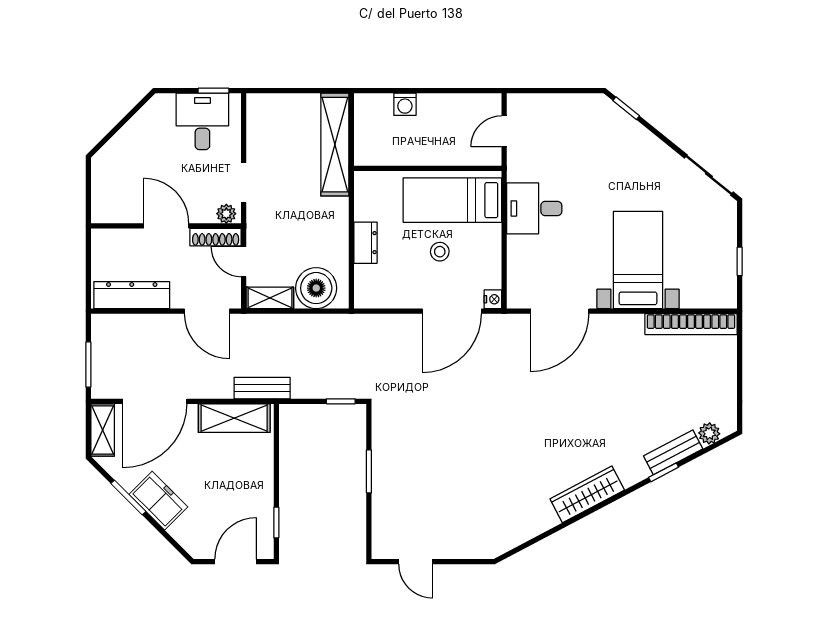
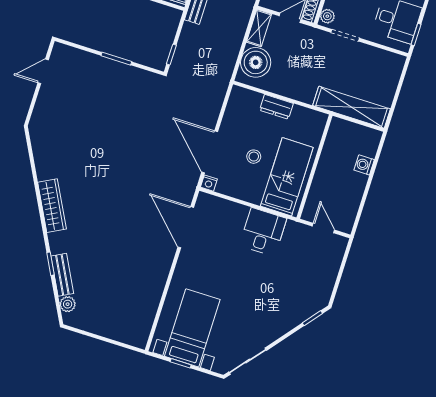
bed with nightstands: (638, 260) -> (192, 328), moved, turned -90
bookcase: (691, 324) -> (148, 316), removed

